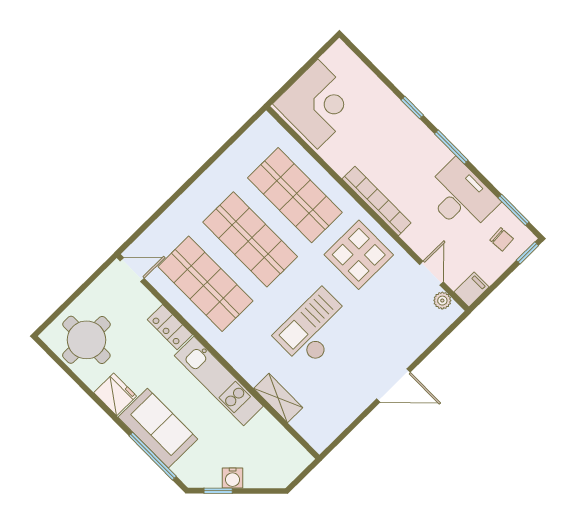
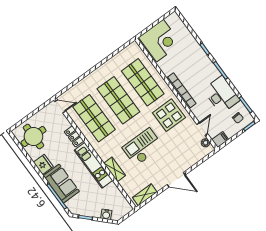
shelving: (278, 398) -> (115, 169), moved
shelving: (333, 426) -> (145, 195), added
water cooler: (232, 478) -> (106, 214), moved

